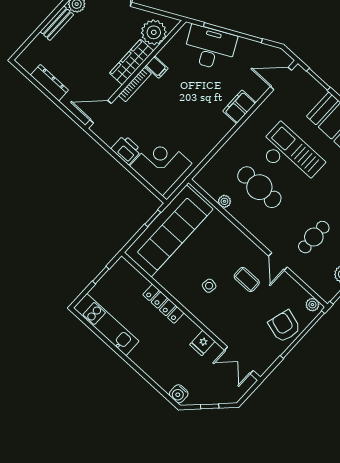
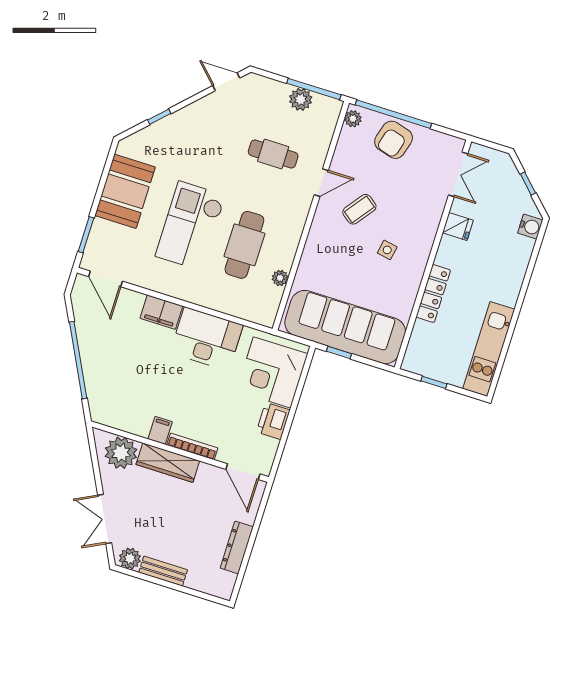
desk: (210, 48) -> (207, 339), moved, turned 117
coffee table: (247, 279) -> (359, 209), turned 37

